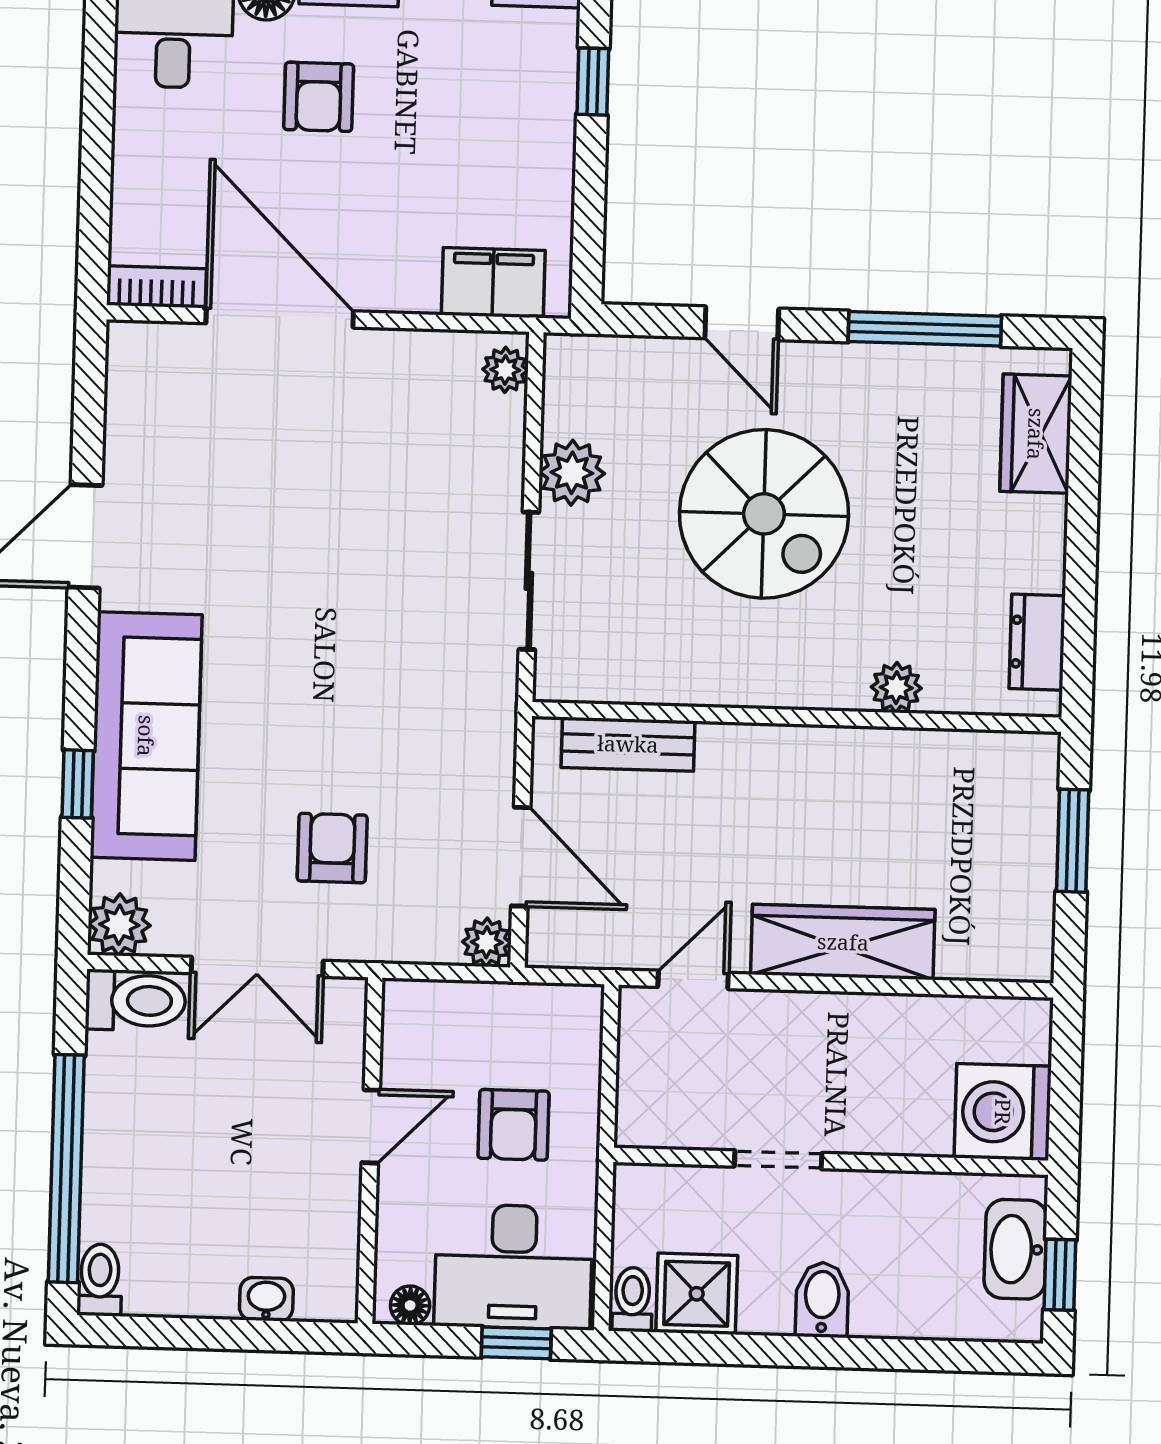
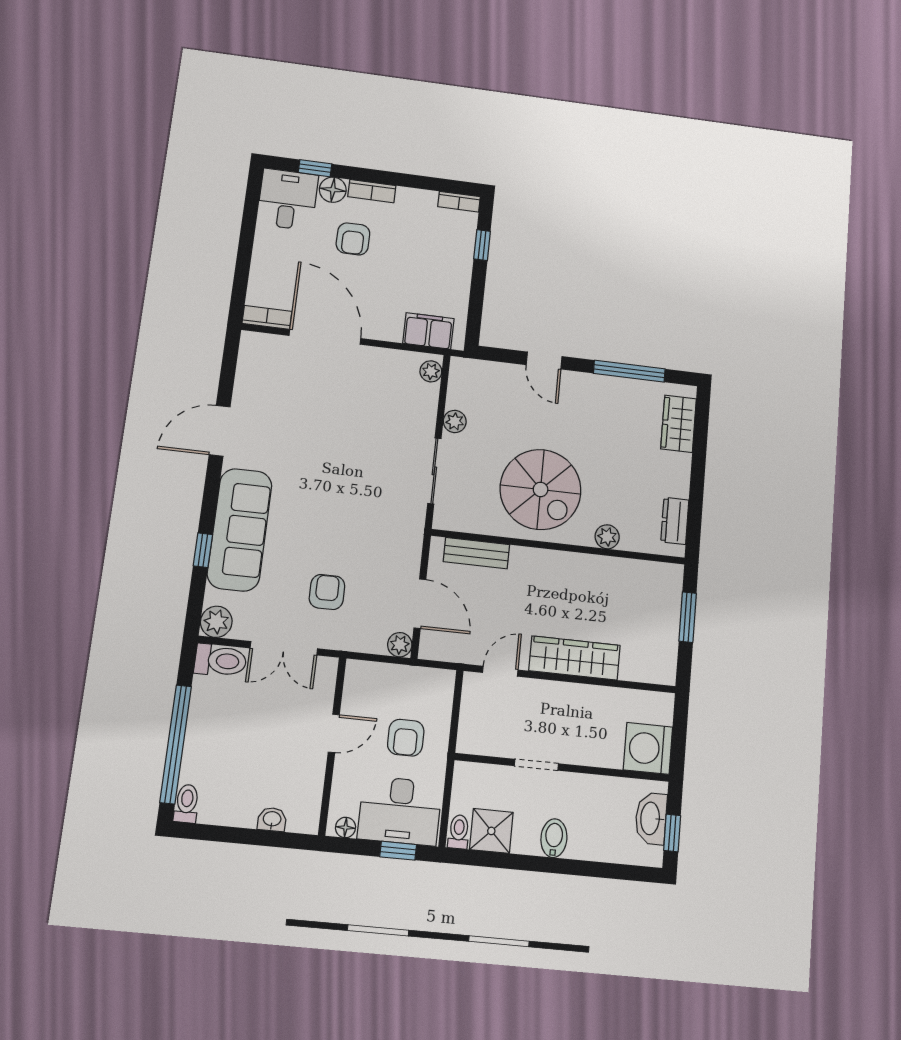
plant: (572, 473) -> (455, 421), width x0.73, depth x0.73
spiral stairs: (764, 514) -> (541, 489), moved

